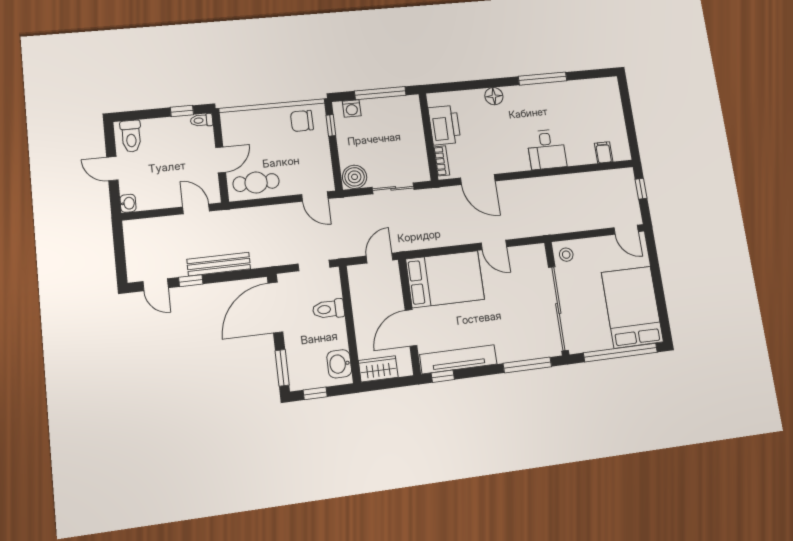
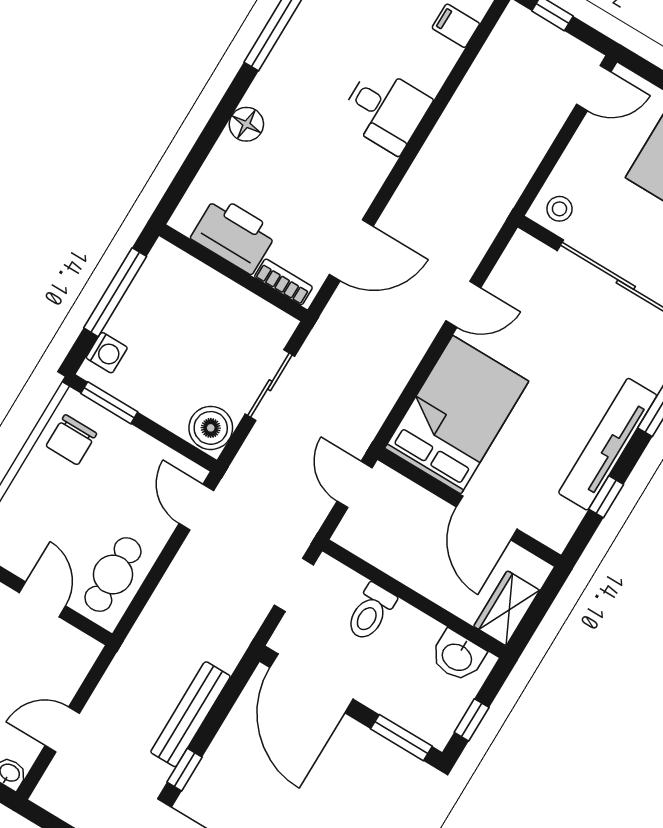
window: (331, 125) -> (109, 403), width x1.50
door: (315, 197) -> (196, 507), swing flipped
door: (196, 209) -> (62, 729), moved
tv unit: (458, 359) -> (608, 444), moved
window: (443, 376) -> (606, 497), moved

